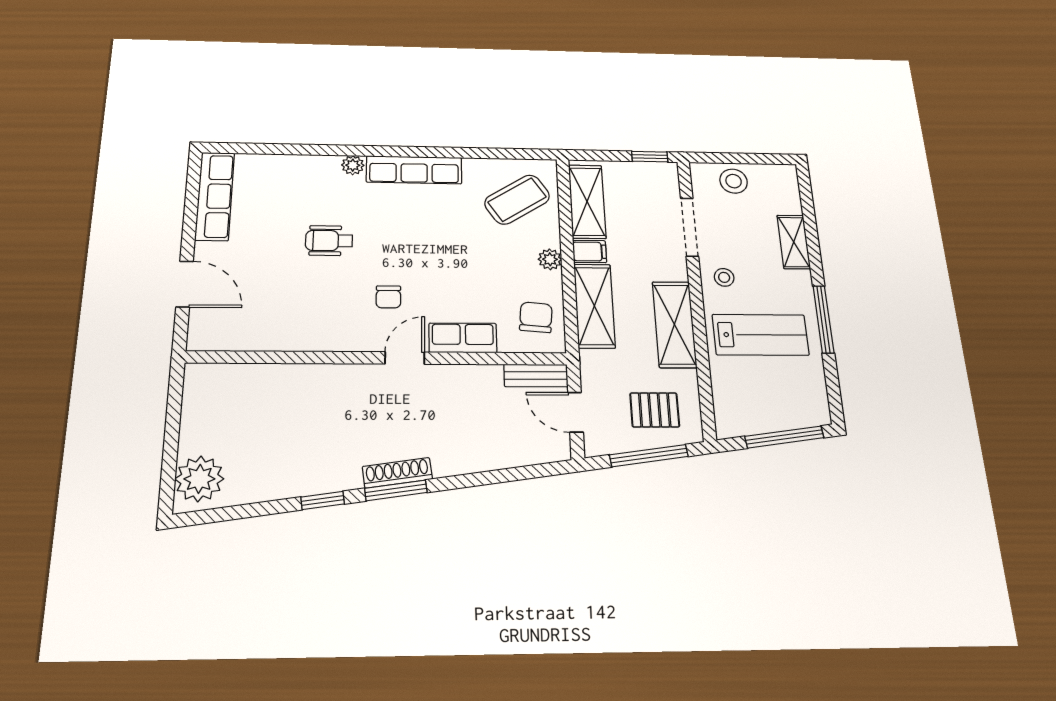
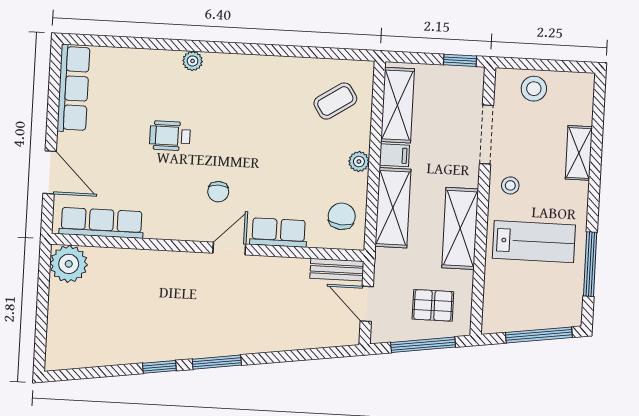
row of seats: (414, 170) -> (101, 223), moved, turned 180
coffee table: (517, 200) -> (335, 101), width x0.73, depth x0.77
window: (823, 319) -> (590, 264), moved
shoe rack: (397, 473) -> (219, 348), removed
plant: (199, 479) -> (69, 264), moved

